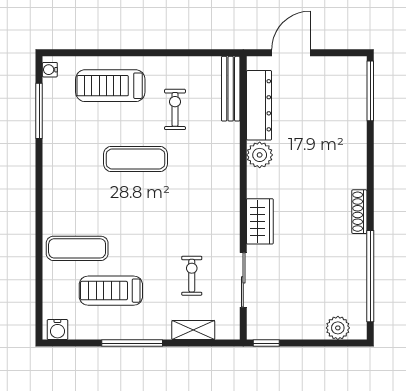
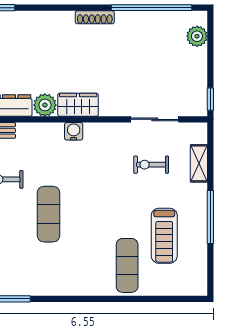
wardrobe: (260, 221) -> (78, 105), moved
water cooler: (57, 330) -> (74, 131), moved, turned -90

